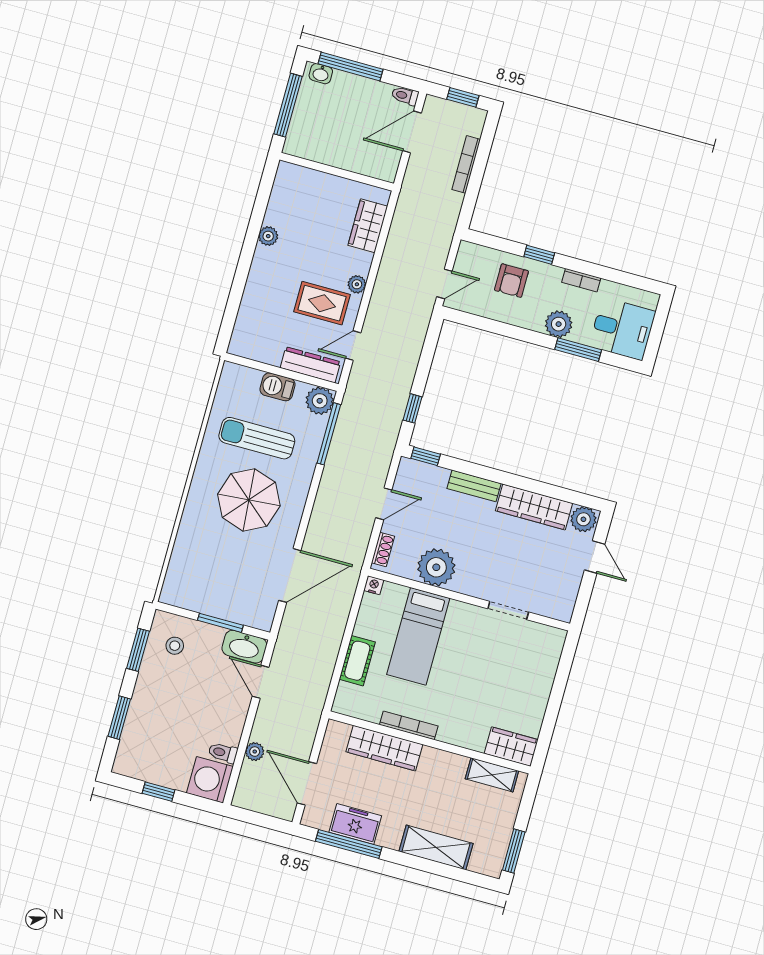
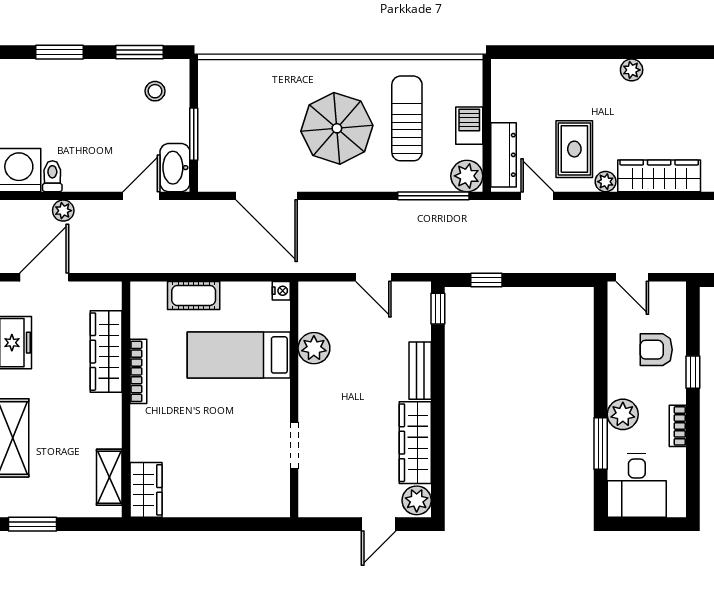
wardrobe: (368, 226) -> (659, 176), width x1.50
shoe rack: (383, 549) -> (323, 290), removed
plant: (436, 567) -> (314, 348), width x0.73, depth x0.73

